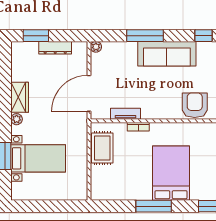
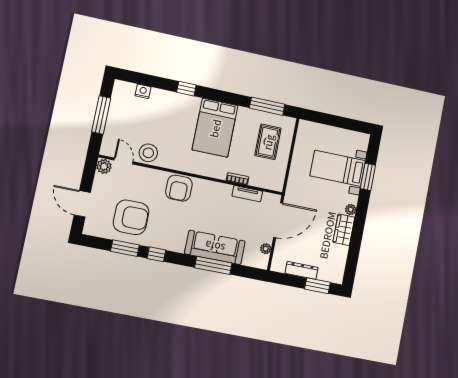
plant: (96, 47) -> (266, 249), moved
sofa: (167, 54) -> (215, 247), moved
rug: (102, 148) -> (268, 142), moved
window: (154, 206) -> (267, 106), moved

